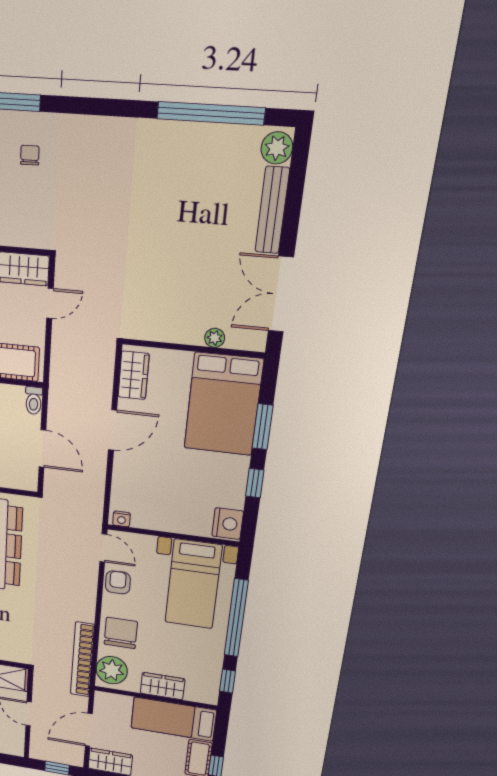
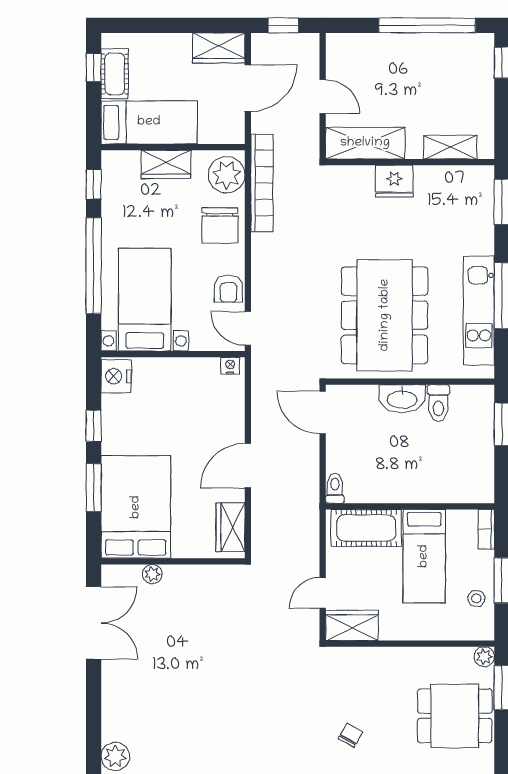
chair: (30, 155) -> (350, 735), turned -150
bench: (272, 210) -> (112, 701), removed
door: (42, 449) -> (323, 413), moved

